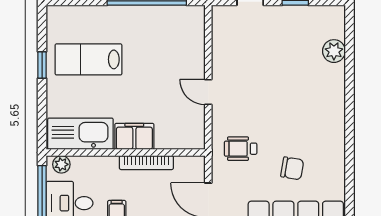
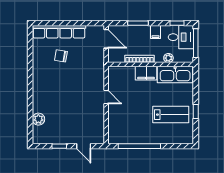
wheelchair: (241, 149) -> (89, 66), removed
plant: (61, 164) -> (168, 58), moved

